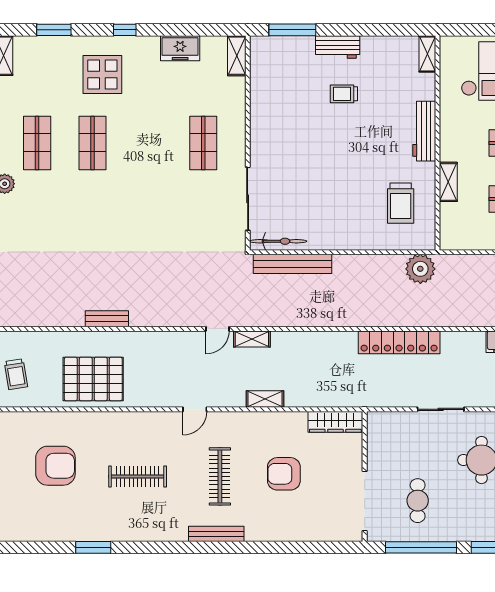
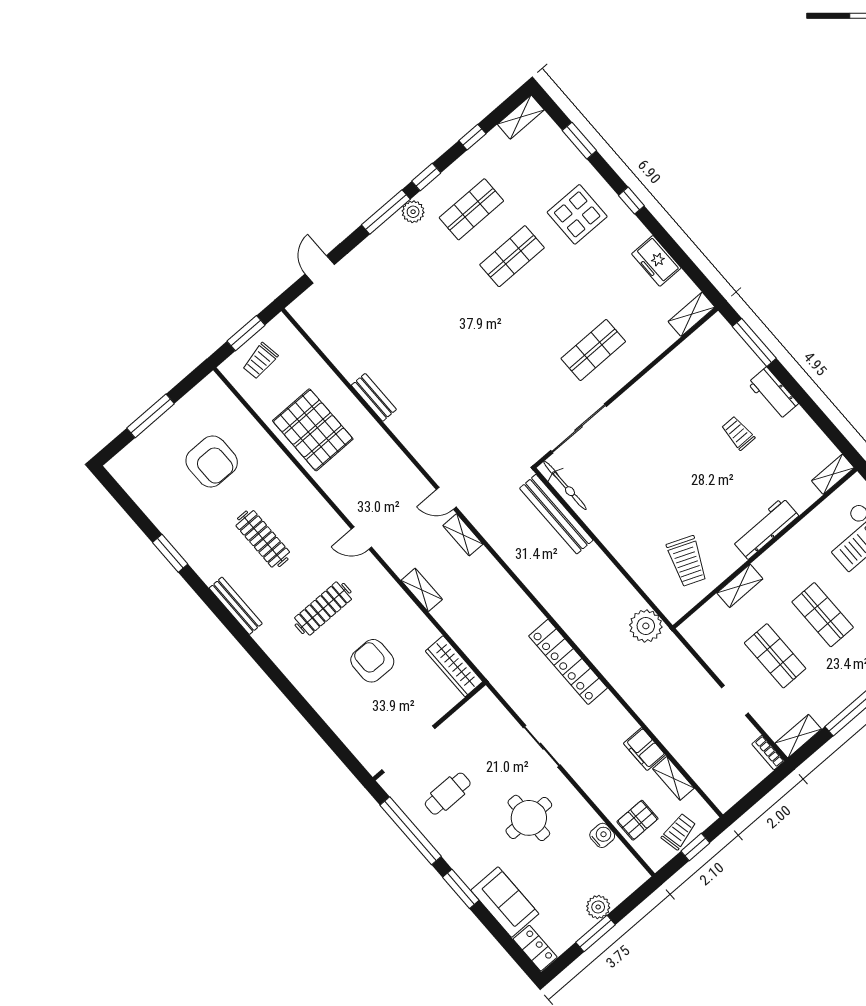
trolley: (401, 203) -> (687, 561), turned -68
bench: (216, 534) -> (236, 606), moved

